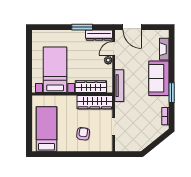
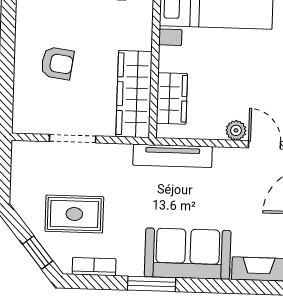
wardrobe: (91, 87) -> (172, 98), width x0.67
rug: (144, 125) -> (74, 214), added
window: (160, 139) -> (38, 253), added

